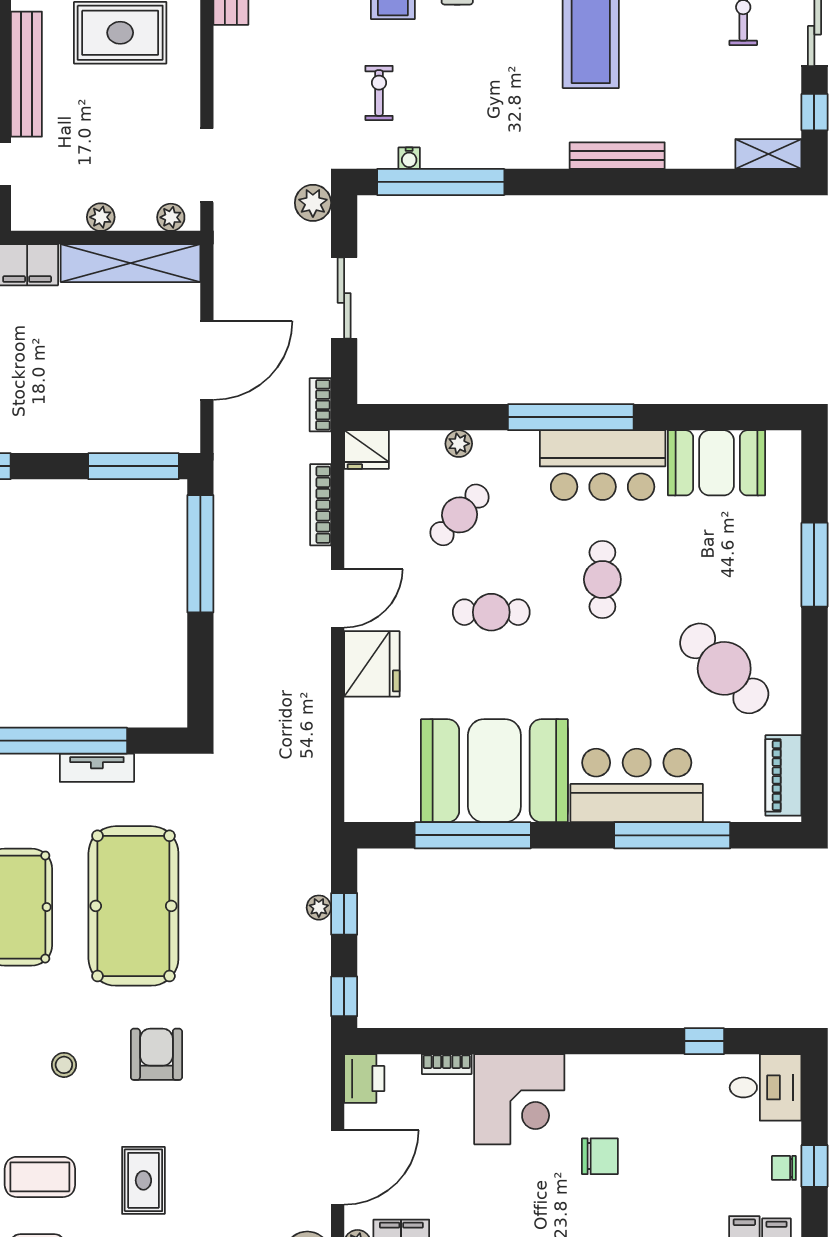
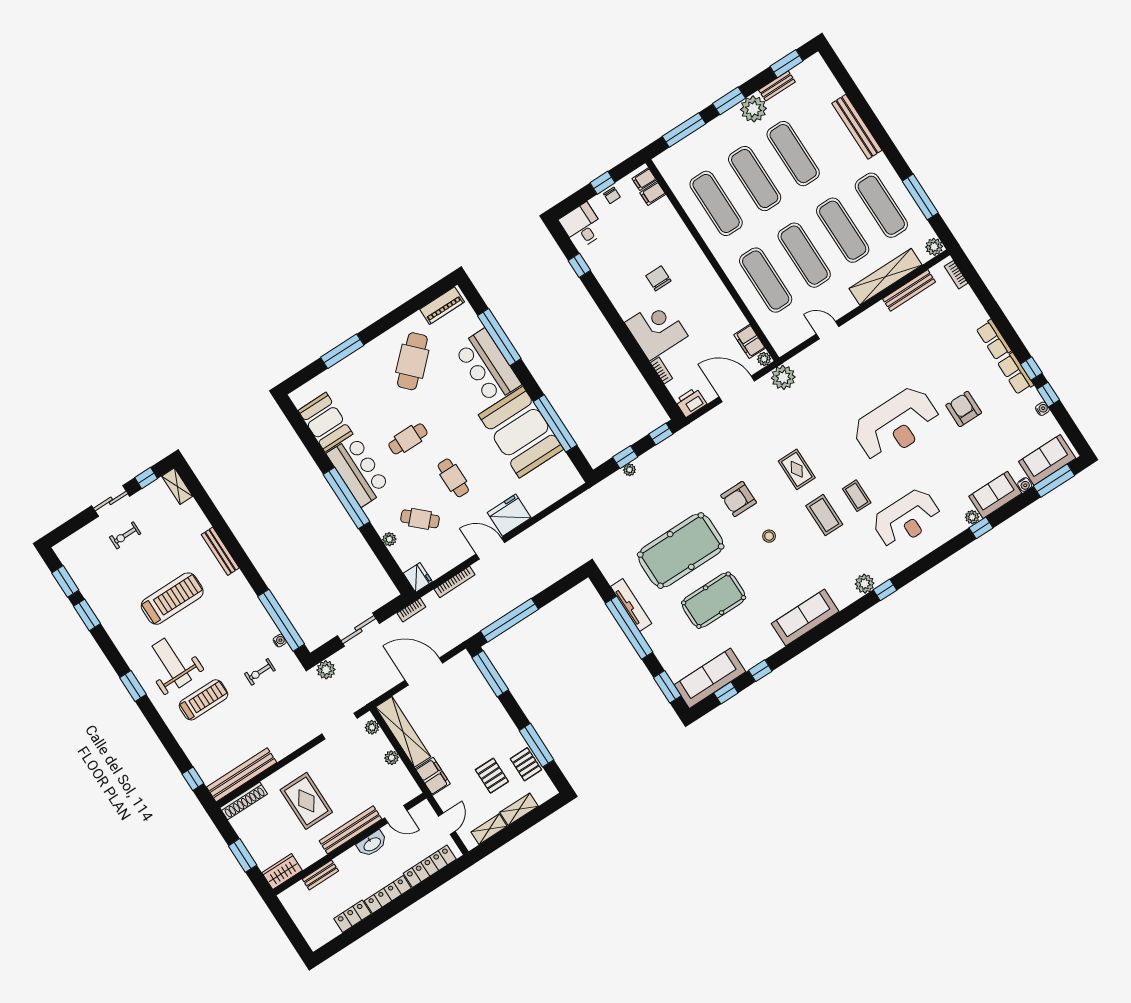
tv unit: (97, 768) -> (631, 605), width x1.41
rug: (143, 1180) -> (797, 469), turned 90

